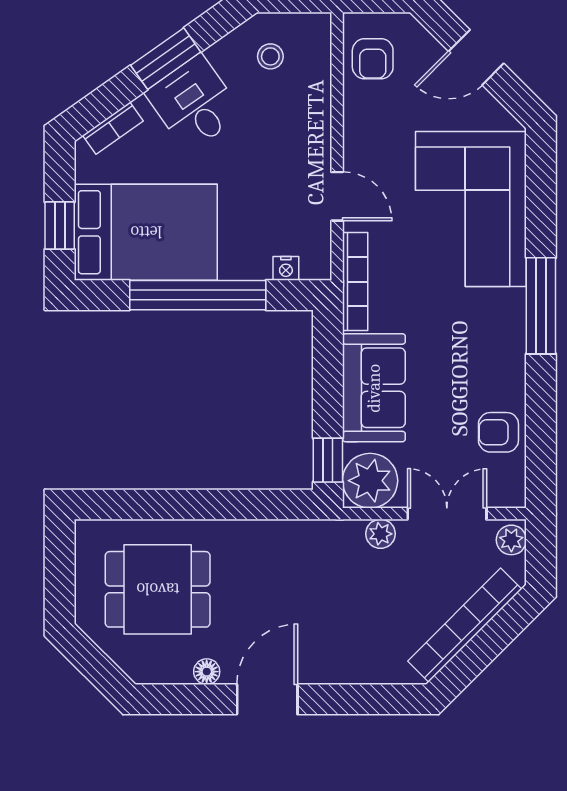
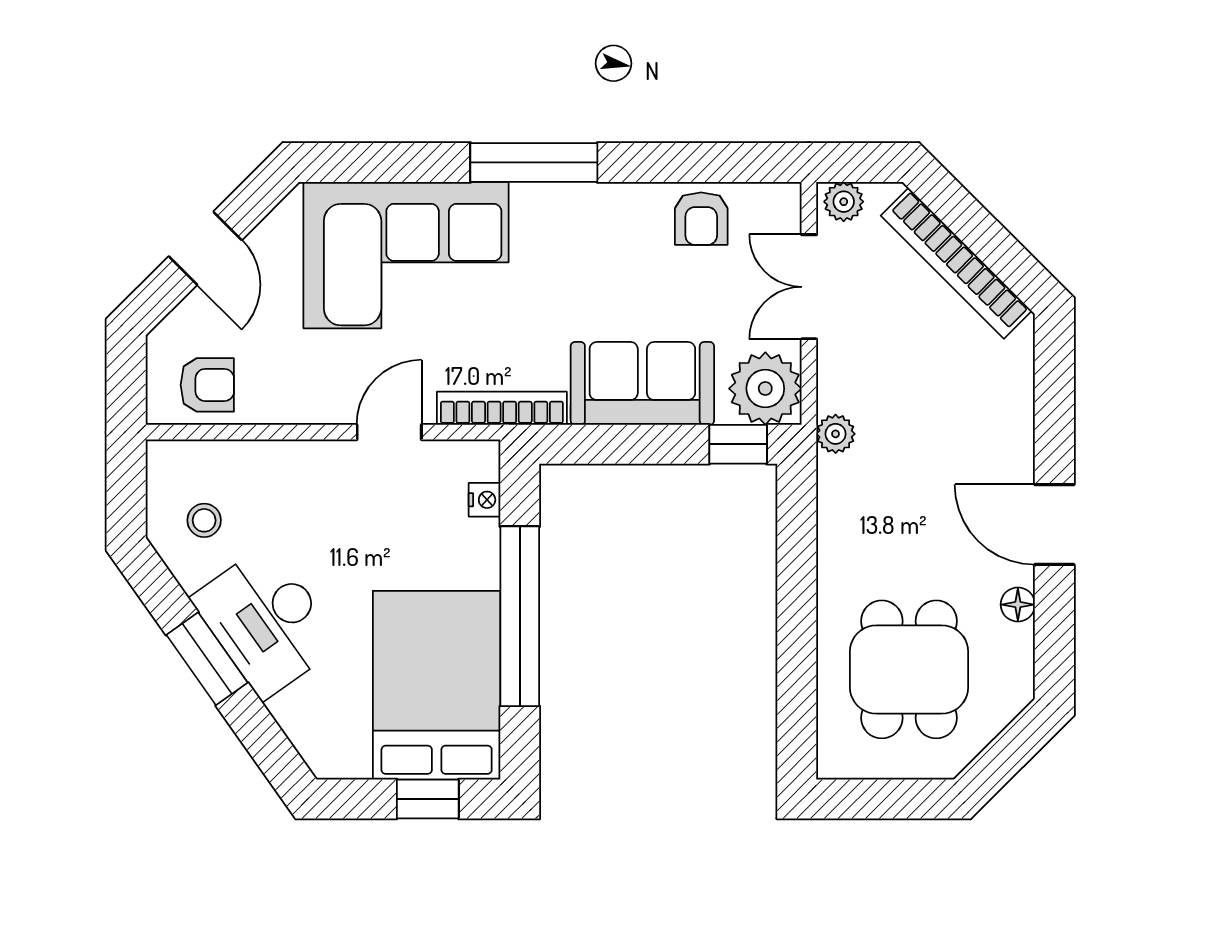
desk: (194, 103) -> (266, 621), width x1.37
bookcase: (113, 128) -> (299, 729), removed
plant: (381, 534) -> (836, 434), moved

